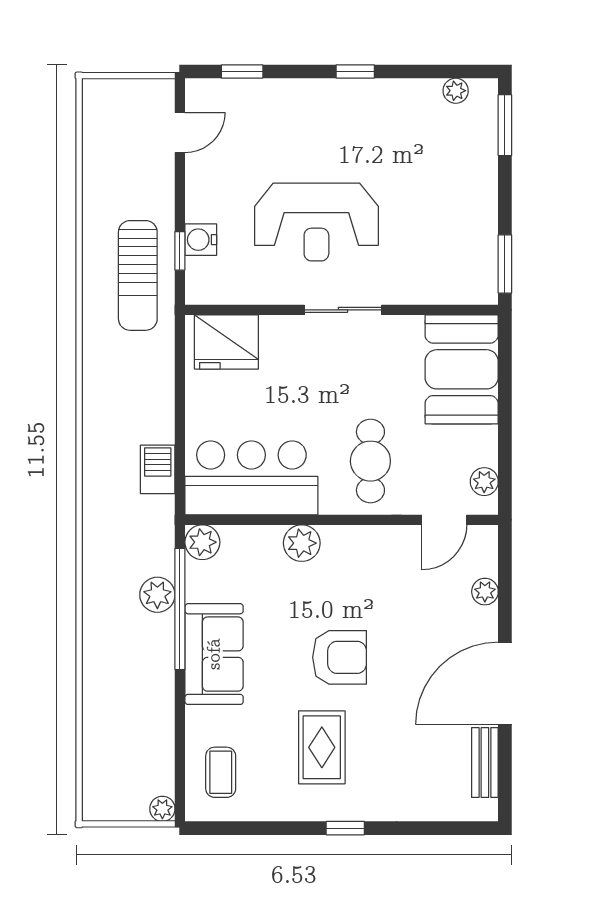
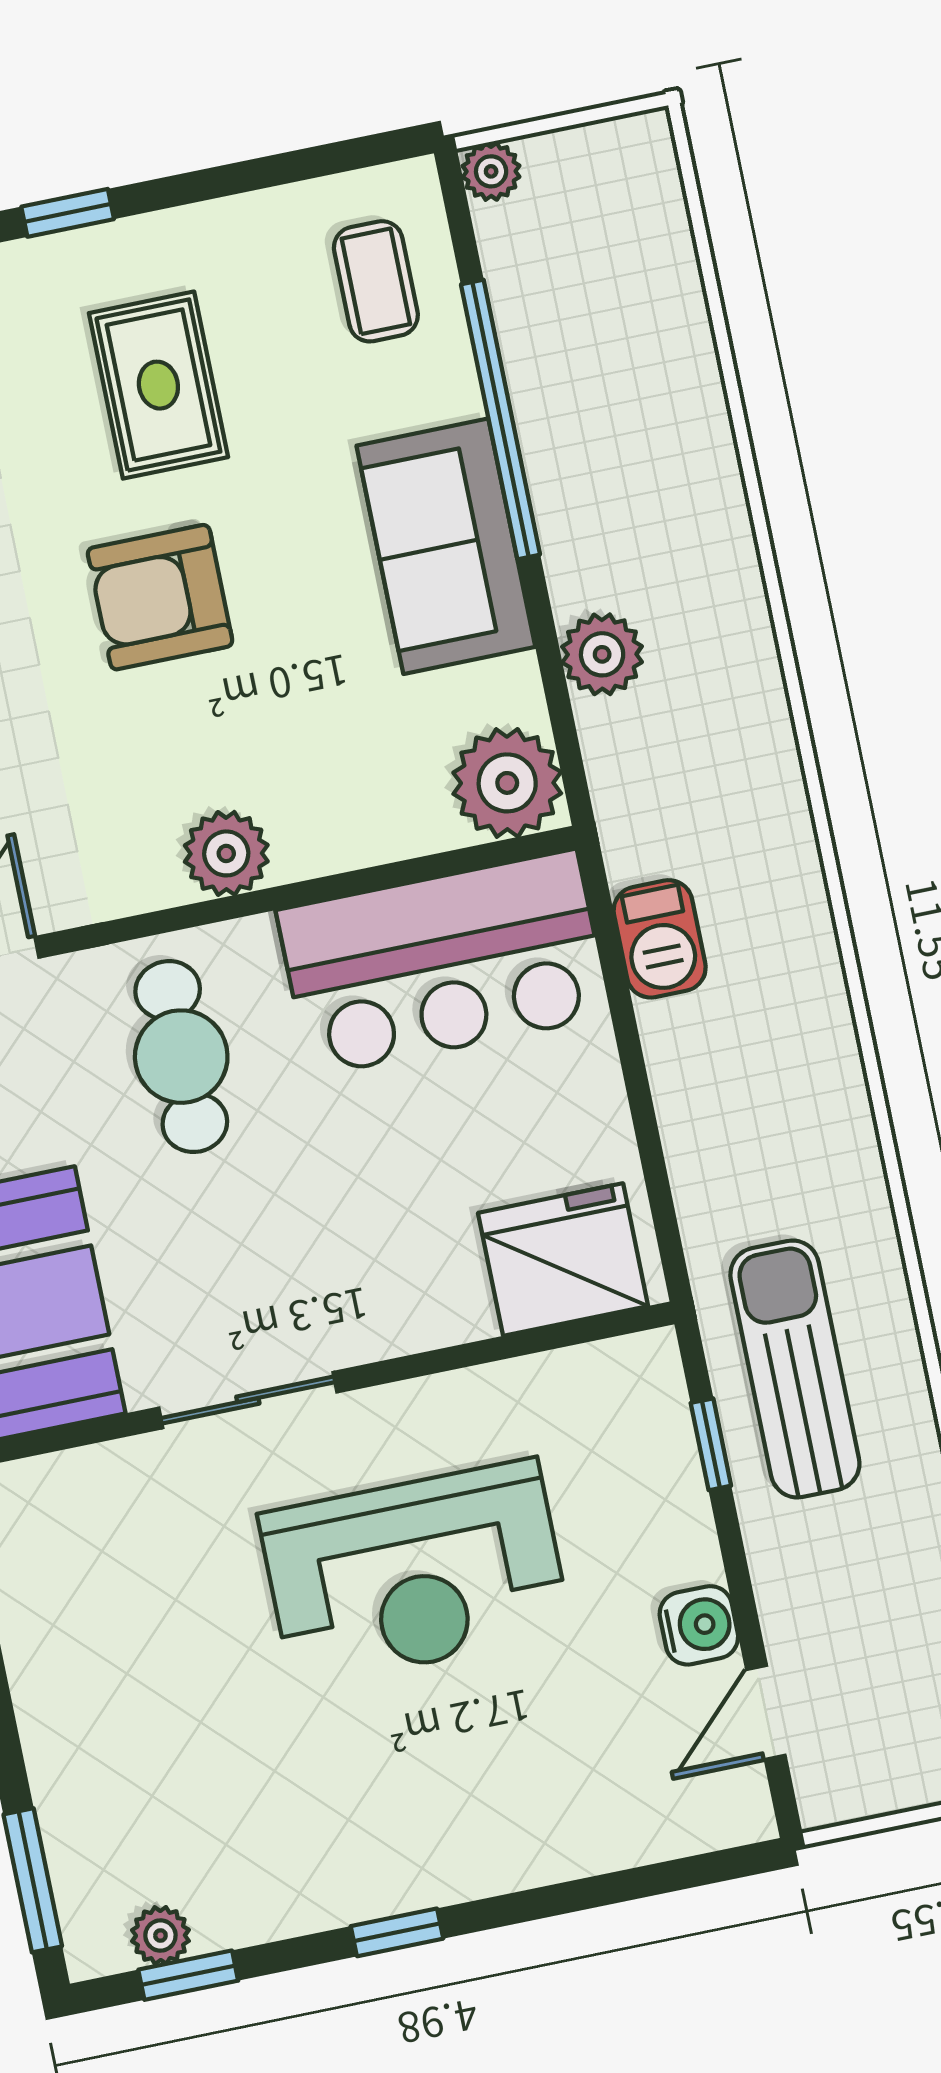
window: (242, 72) -> (188, 1975), moved
reception desk: (316, 222) -> (415, 1573), turned 180
water cooler: (201, 240) -> (699, 1625), moved
sliding door: (343, 310) -> (248, 1400), moved
plant: (202, 542) -> (507, 783), width x1.36, depth x1.36
plant: (302, 543) -> (226, 853), moved
window: (180, 609) -> (501, 419), moved

